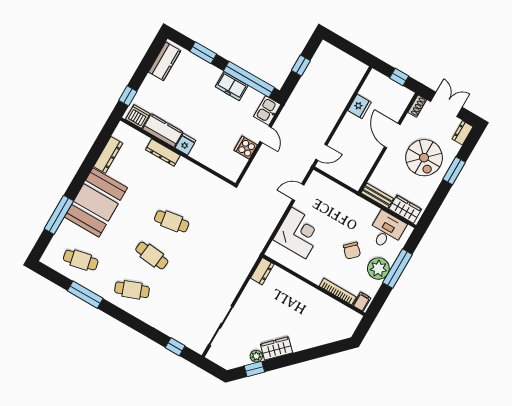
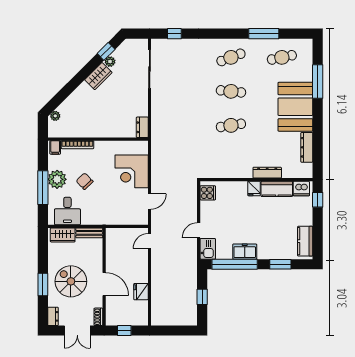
door: (266, 134) -> (199, 230), hinge flipped
cooker: (246, 148) -> (208, 193), moved
plant: (343, 333) -> (55, 116), added

